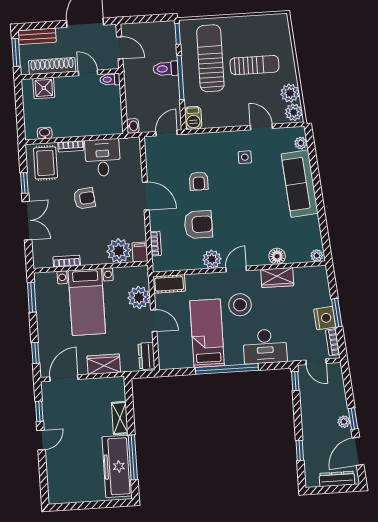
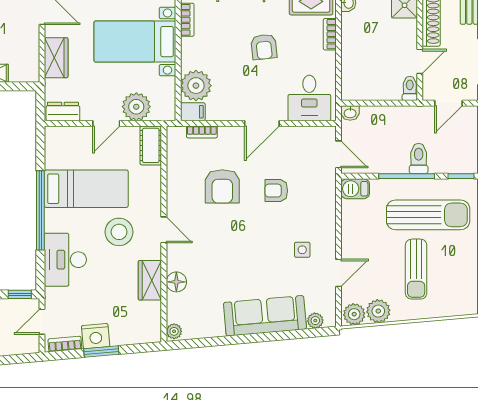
desk: (103, 158) -> (309, 98), moved, turned 90
plant: (212, 259) -> (178, 201), removed

